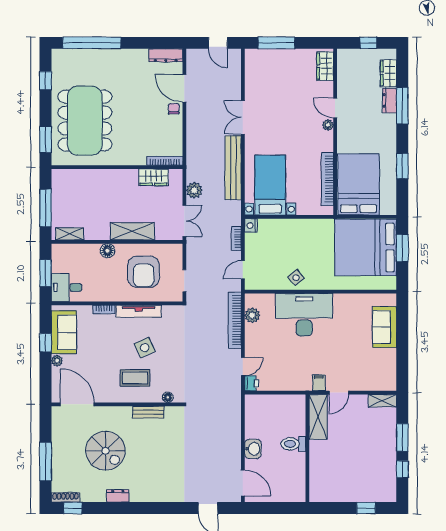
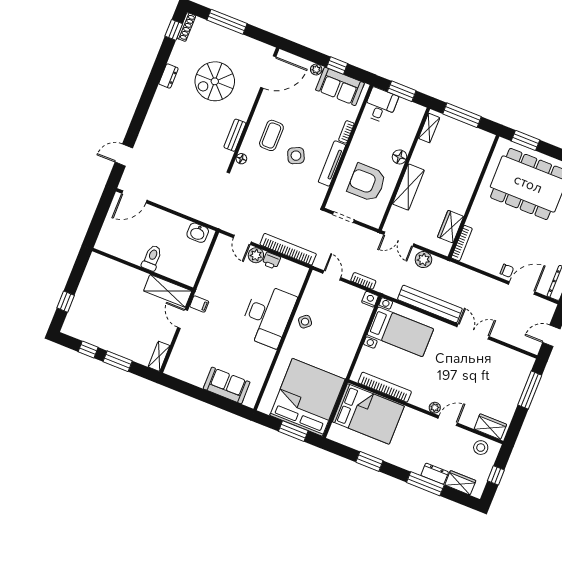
stool: (348, 67) -> (481, 448), added
plant: (252, 315) -> (256, 255), moved
printer: (252, 383) -> (271, 261), moved
washbasin: (253, 449) -> (198, 233), moved

